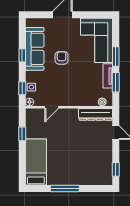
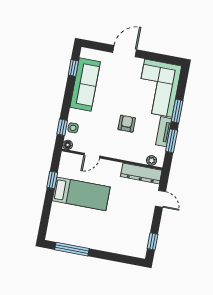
window: (22, 55) -> (73, 68), moved
armchair: (62, 58) -> (127, 124), moved
bed: (36, 162) -> (81, 194), moved, turned 90
window: (65, 189) -> (72, 249), moved

